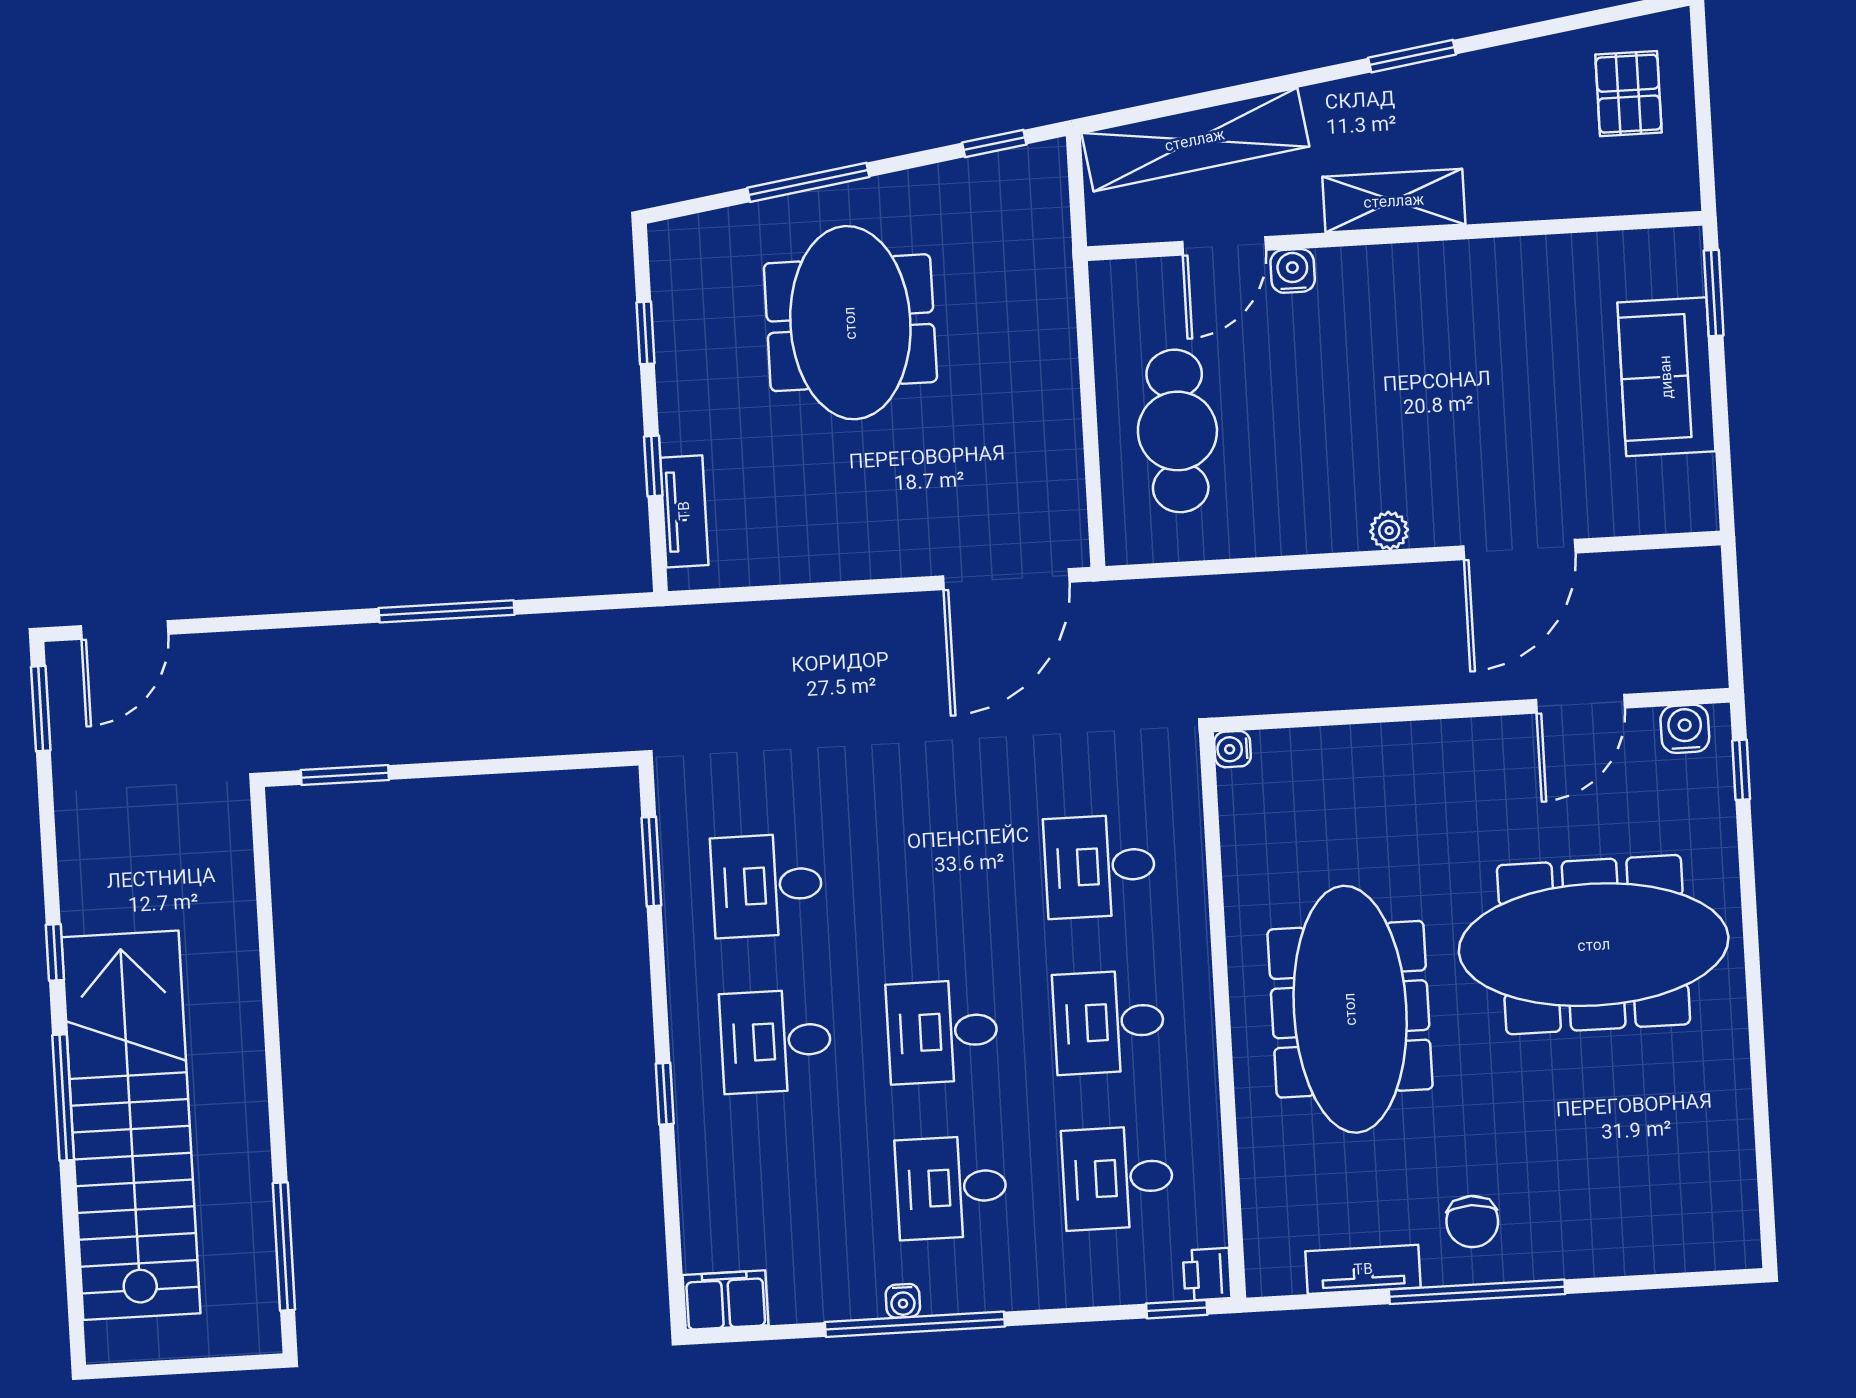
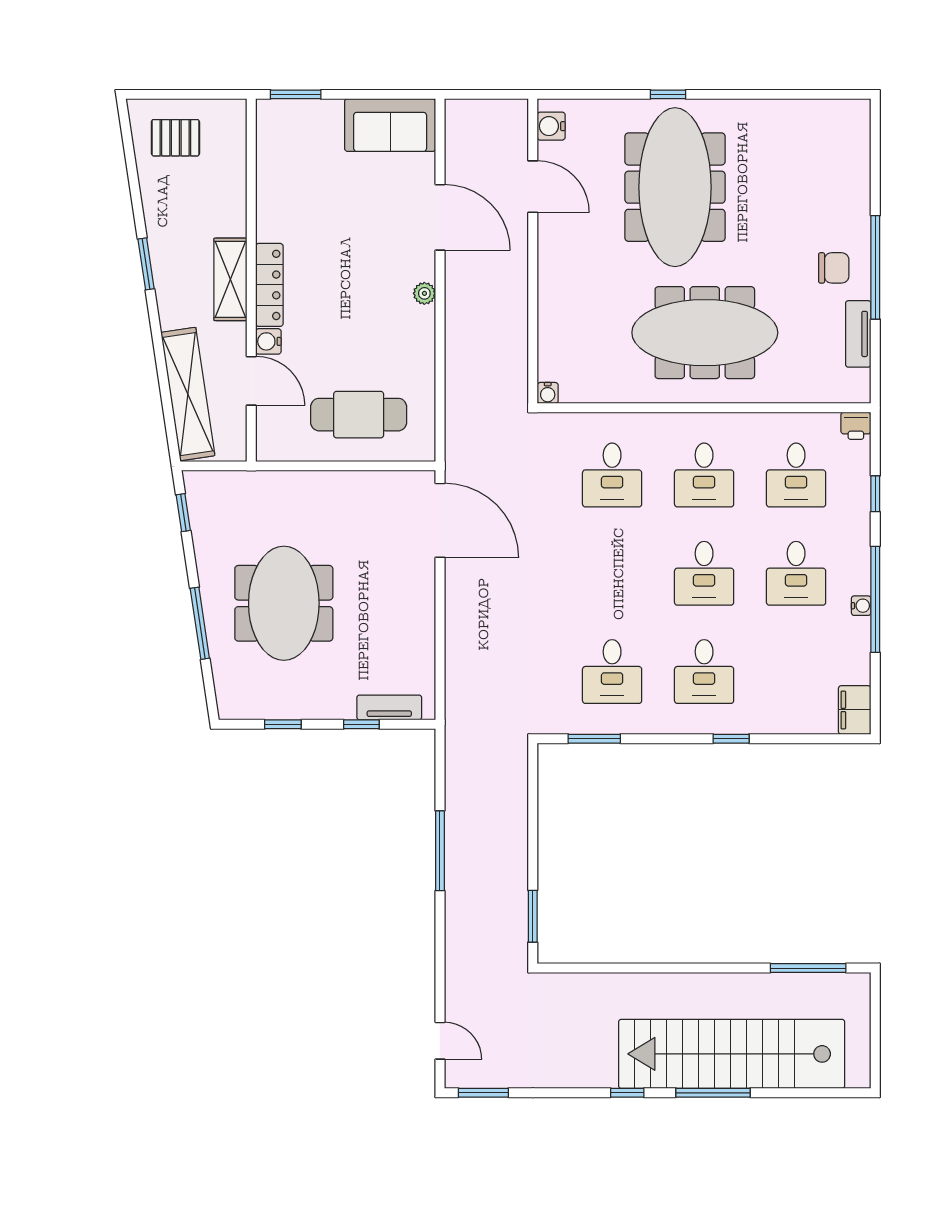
locker: (1388, 267) -> (269, 285), added
meeting table: (850, 323) -> (284, 603), turned 90
sofa: (1666, 377) -> (390, 125), moved
door: (125, 630) -> (440, 1041), width x0.73
window: (1741, 770) -> (668, 94), moved
window: (1177, 1309) -> (875, 494), moved

